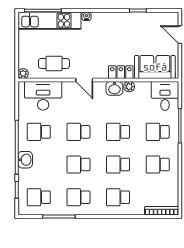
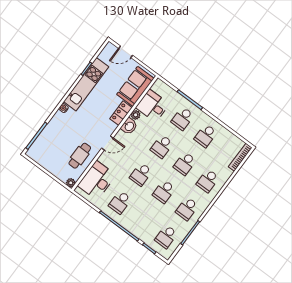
kitchen unit: (49, 21) -> (86, 84), moved
desk: (165, 96) -> (153, 106), moved
washbasin: (25, 160) -> (132, 227), removed

